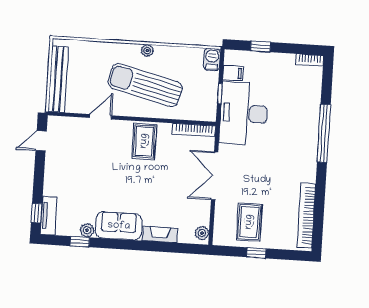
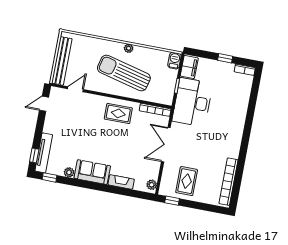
window: (260, 46) -> (225, 58), moved
filing cabinet: (233, 73) -> (189, 67), width x2.00
door: (101, 117) -> (75, 89), moved
window: (324, 133) -> (248, 124), removed
rug: (144, 141) -> (118, 113), turned 90
tv unit: (49, 216) -> (44, 153), width x1.41
window: (80, 242) -> (49, 177), moved
window: (256, 253) -> (172, 201), moved

